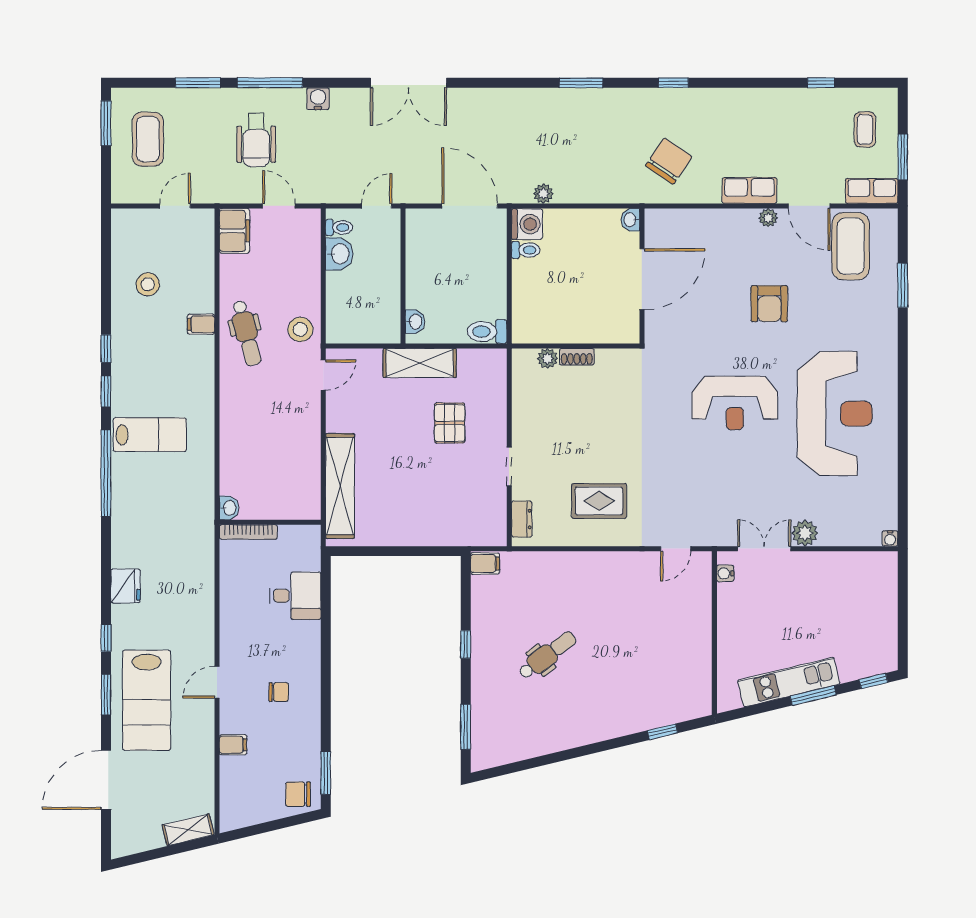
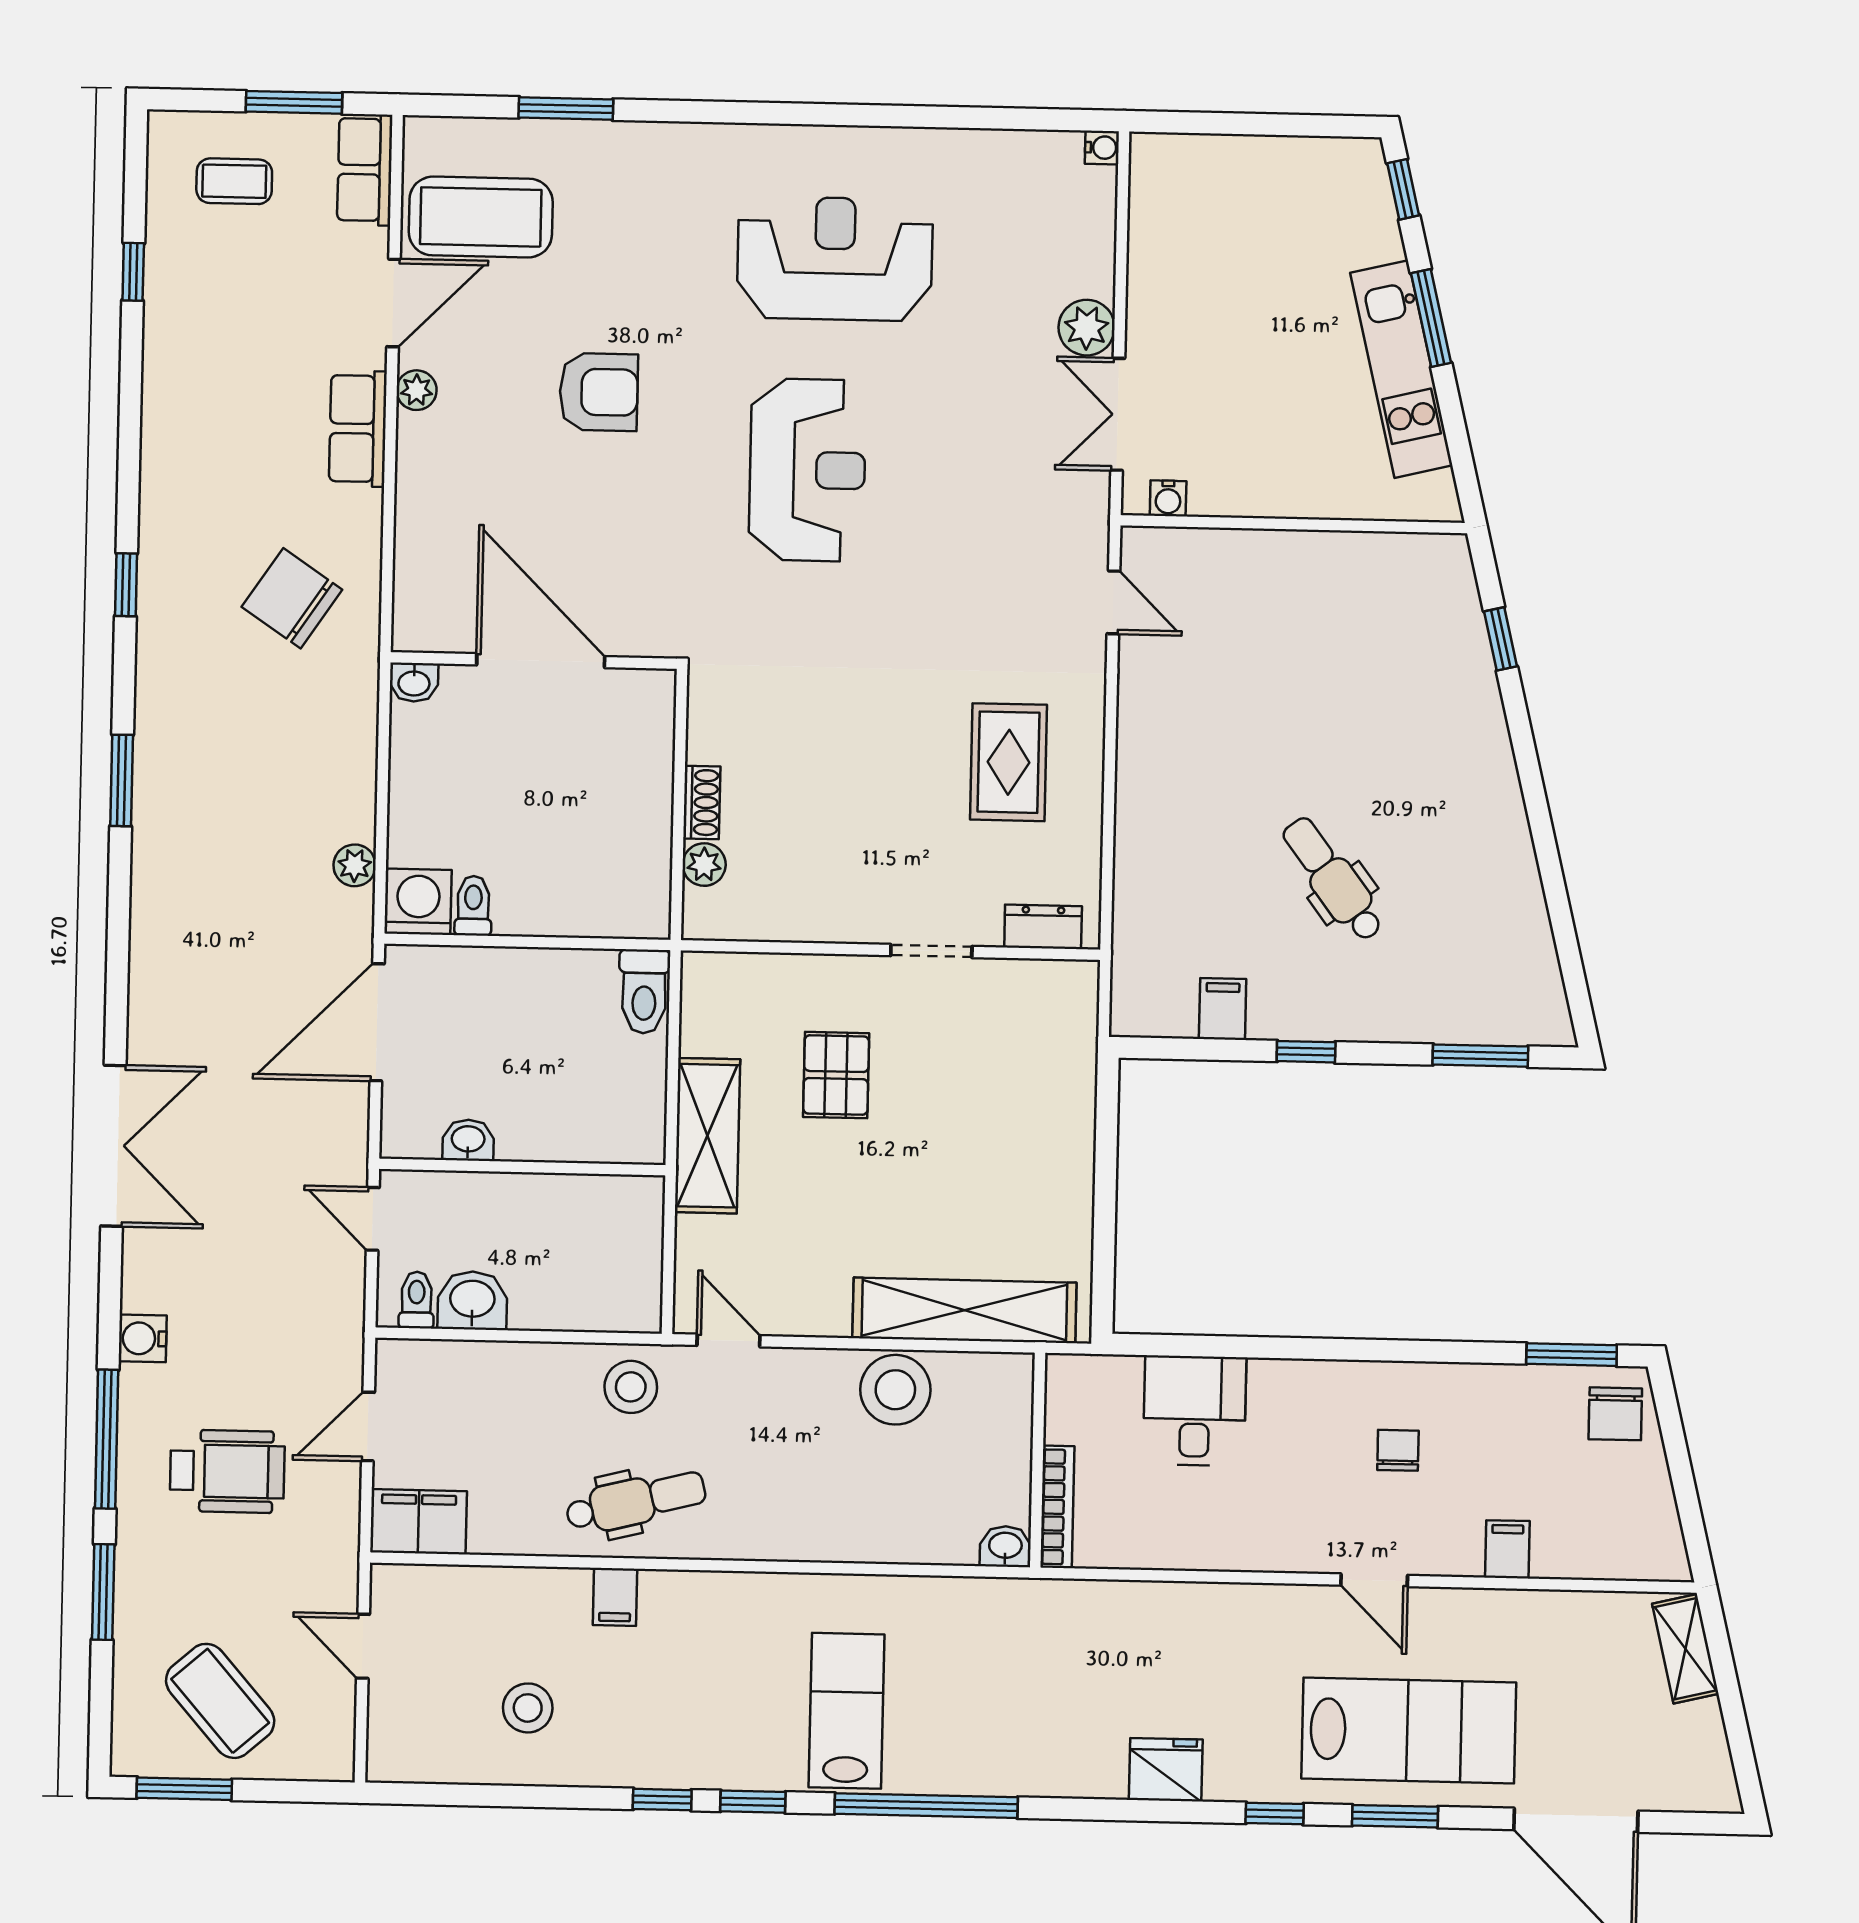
coffee table: (148, 139) -> (220, 1701), turned 49
washbasin: (415, 322) -> (468, 1140), moved
reception desk: (835, 414) -> (835, 259), width x0.74, depth x0.77
pallet: (450, 423) -> (836, 1075), turned 90
stool: (302, 454) -> (895, 1390), added
filing cabinet: (485, 563) -> (1223, 1009), moved

